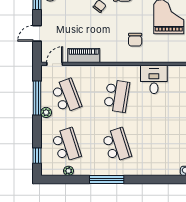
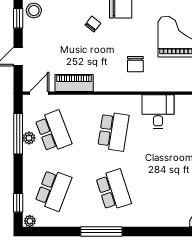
plant: (46, 112) -> (29, 138), moved
school desk: (66, 145) -> (53, 190), turned 39
plant: (68, 171) -> (30, 221), moved

